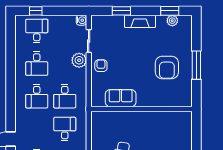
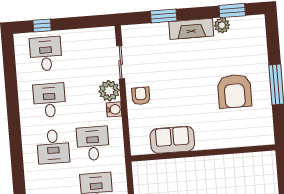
water cooler: (81, 20) -> (114, 109), moved
plant: (172, 21) -> (222, 25), moved
desk: (37, 64) -> (49, 100), turned 180
desk: (65, 96) -> (93, 143), turned 180

